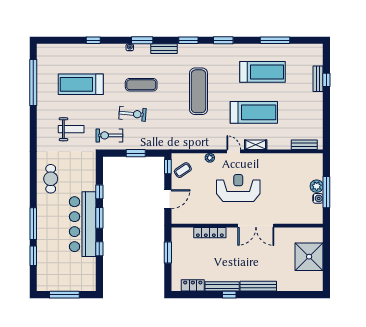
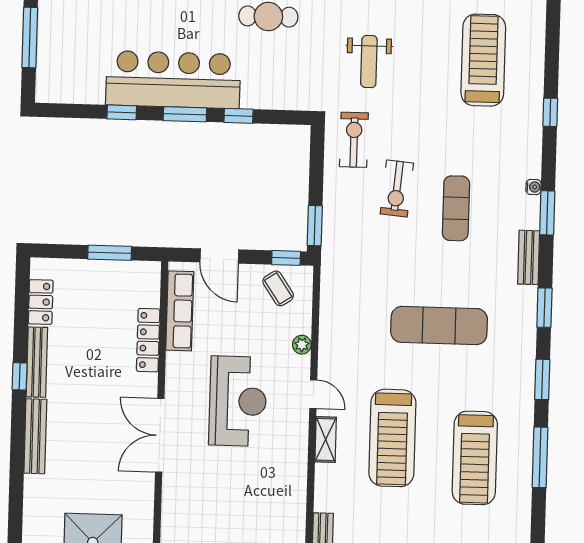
window: (275, 40) -> (540, 457), moved
treadmill: (81, 84) -> (483, 60), moved
door: (234, 151) -> (313, 394), hinge flipped
window: (136, 153) -> (315, 226), moved
row of seats: (195, 218) -> (180, 311), added

